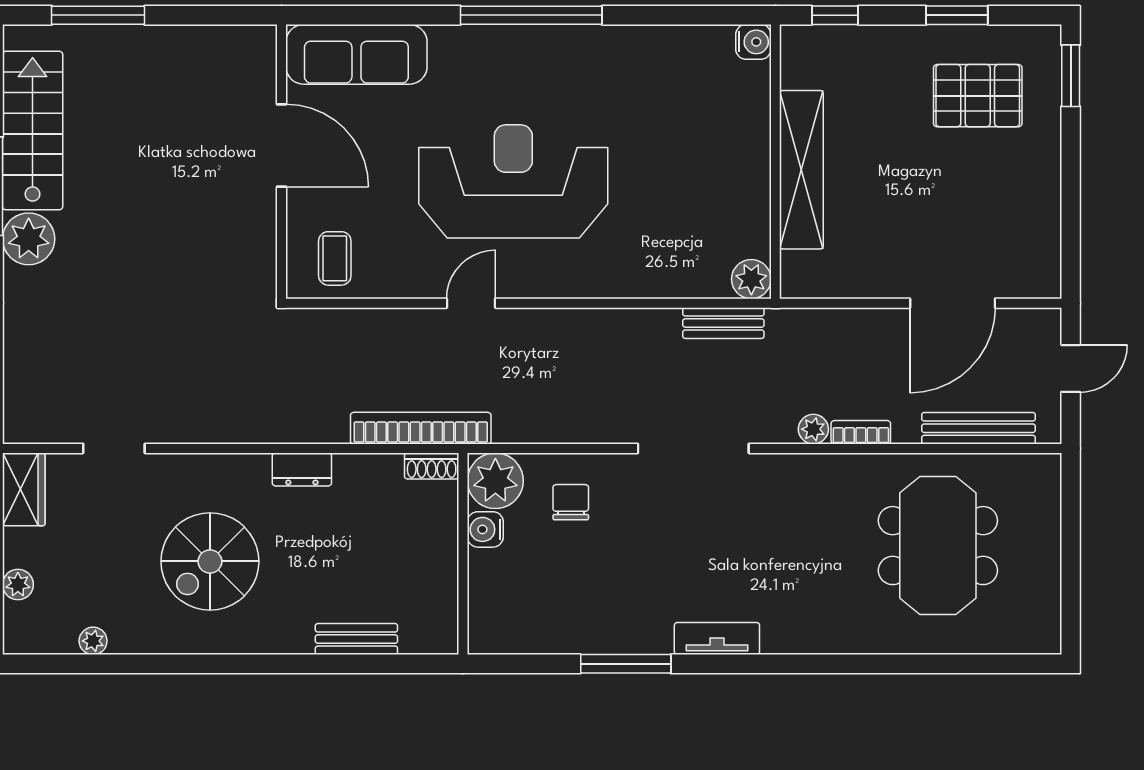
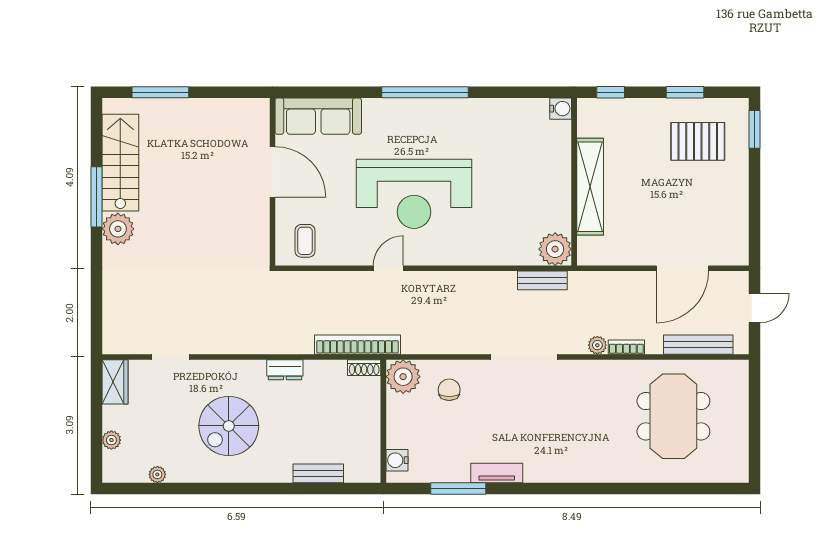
reception desk: (513, 181) -> (414, 194), turned 180
plant: (751, 279) -> (555, 249), width x1.36, depth x1.36
water cooler: (485, 529) -> (397, 460), moved
tv unit: (717, 639) -> (497, 473), moved
window: (626, 664) -> (458, 488), moved

